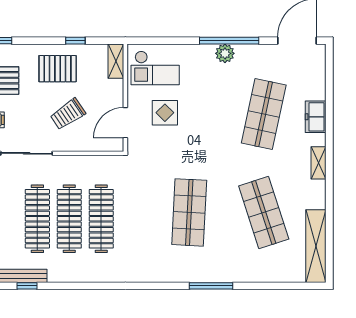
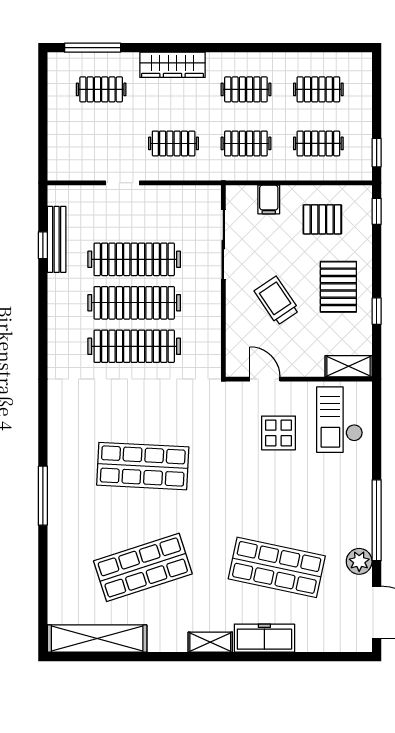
plant: (225, 53) -> (359, 561), moved
freezer: (316, 117) -> (264, 638), width x1.40
door: (125, 123) -> (265, 379), width x0.73

